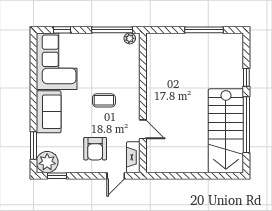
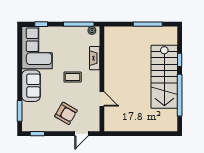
stairs: (226, 131) -> (164, 77), moved
armchair: (95, 149) -> (66, 113), turned -60
fireplace: (133, 157) -> (95, 58), moved
plant: (47, 162) -> (30, 123), removed

